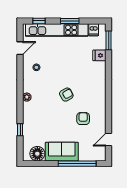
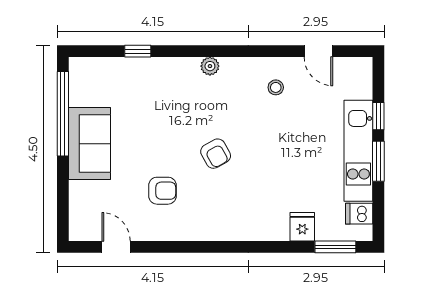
window: (39, 21) -> (378, 116), moved
kitchen unit: (57, 30) -> (358, 151), width x0.73
floor lamp: (37, 154) -> (85, 89), removed
window: (77, 164) -> (63, 114), moved

